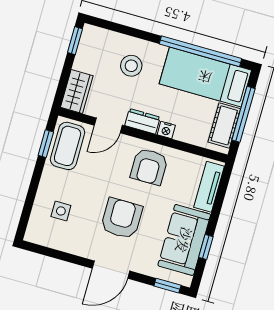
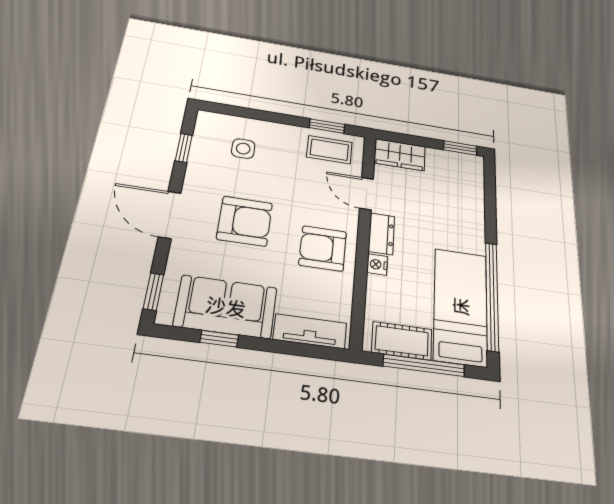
stool: (131, 66) -> (449, 213), removed
coffee table: (68, 146) -> (329, 150), width x0.73, depth x0.77
window: (57, 254) -> (184, 148), added

